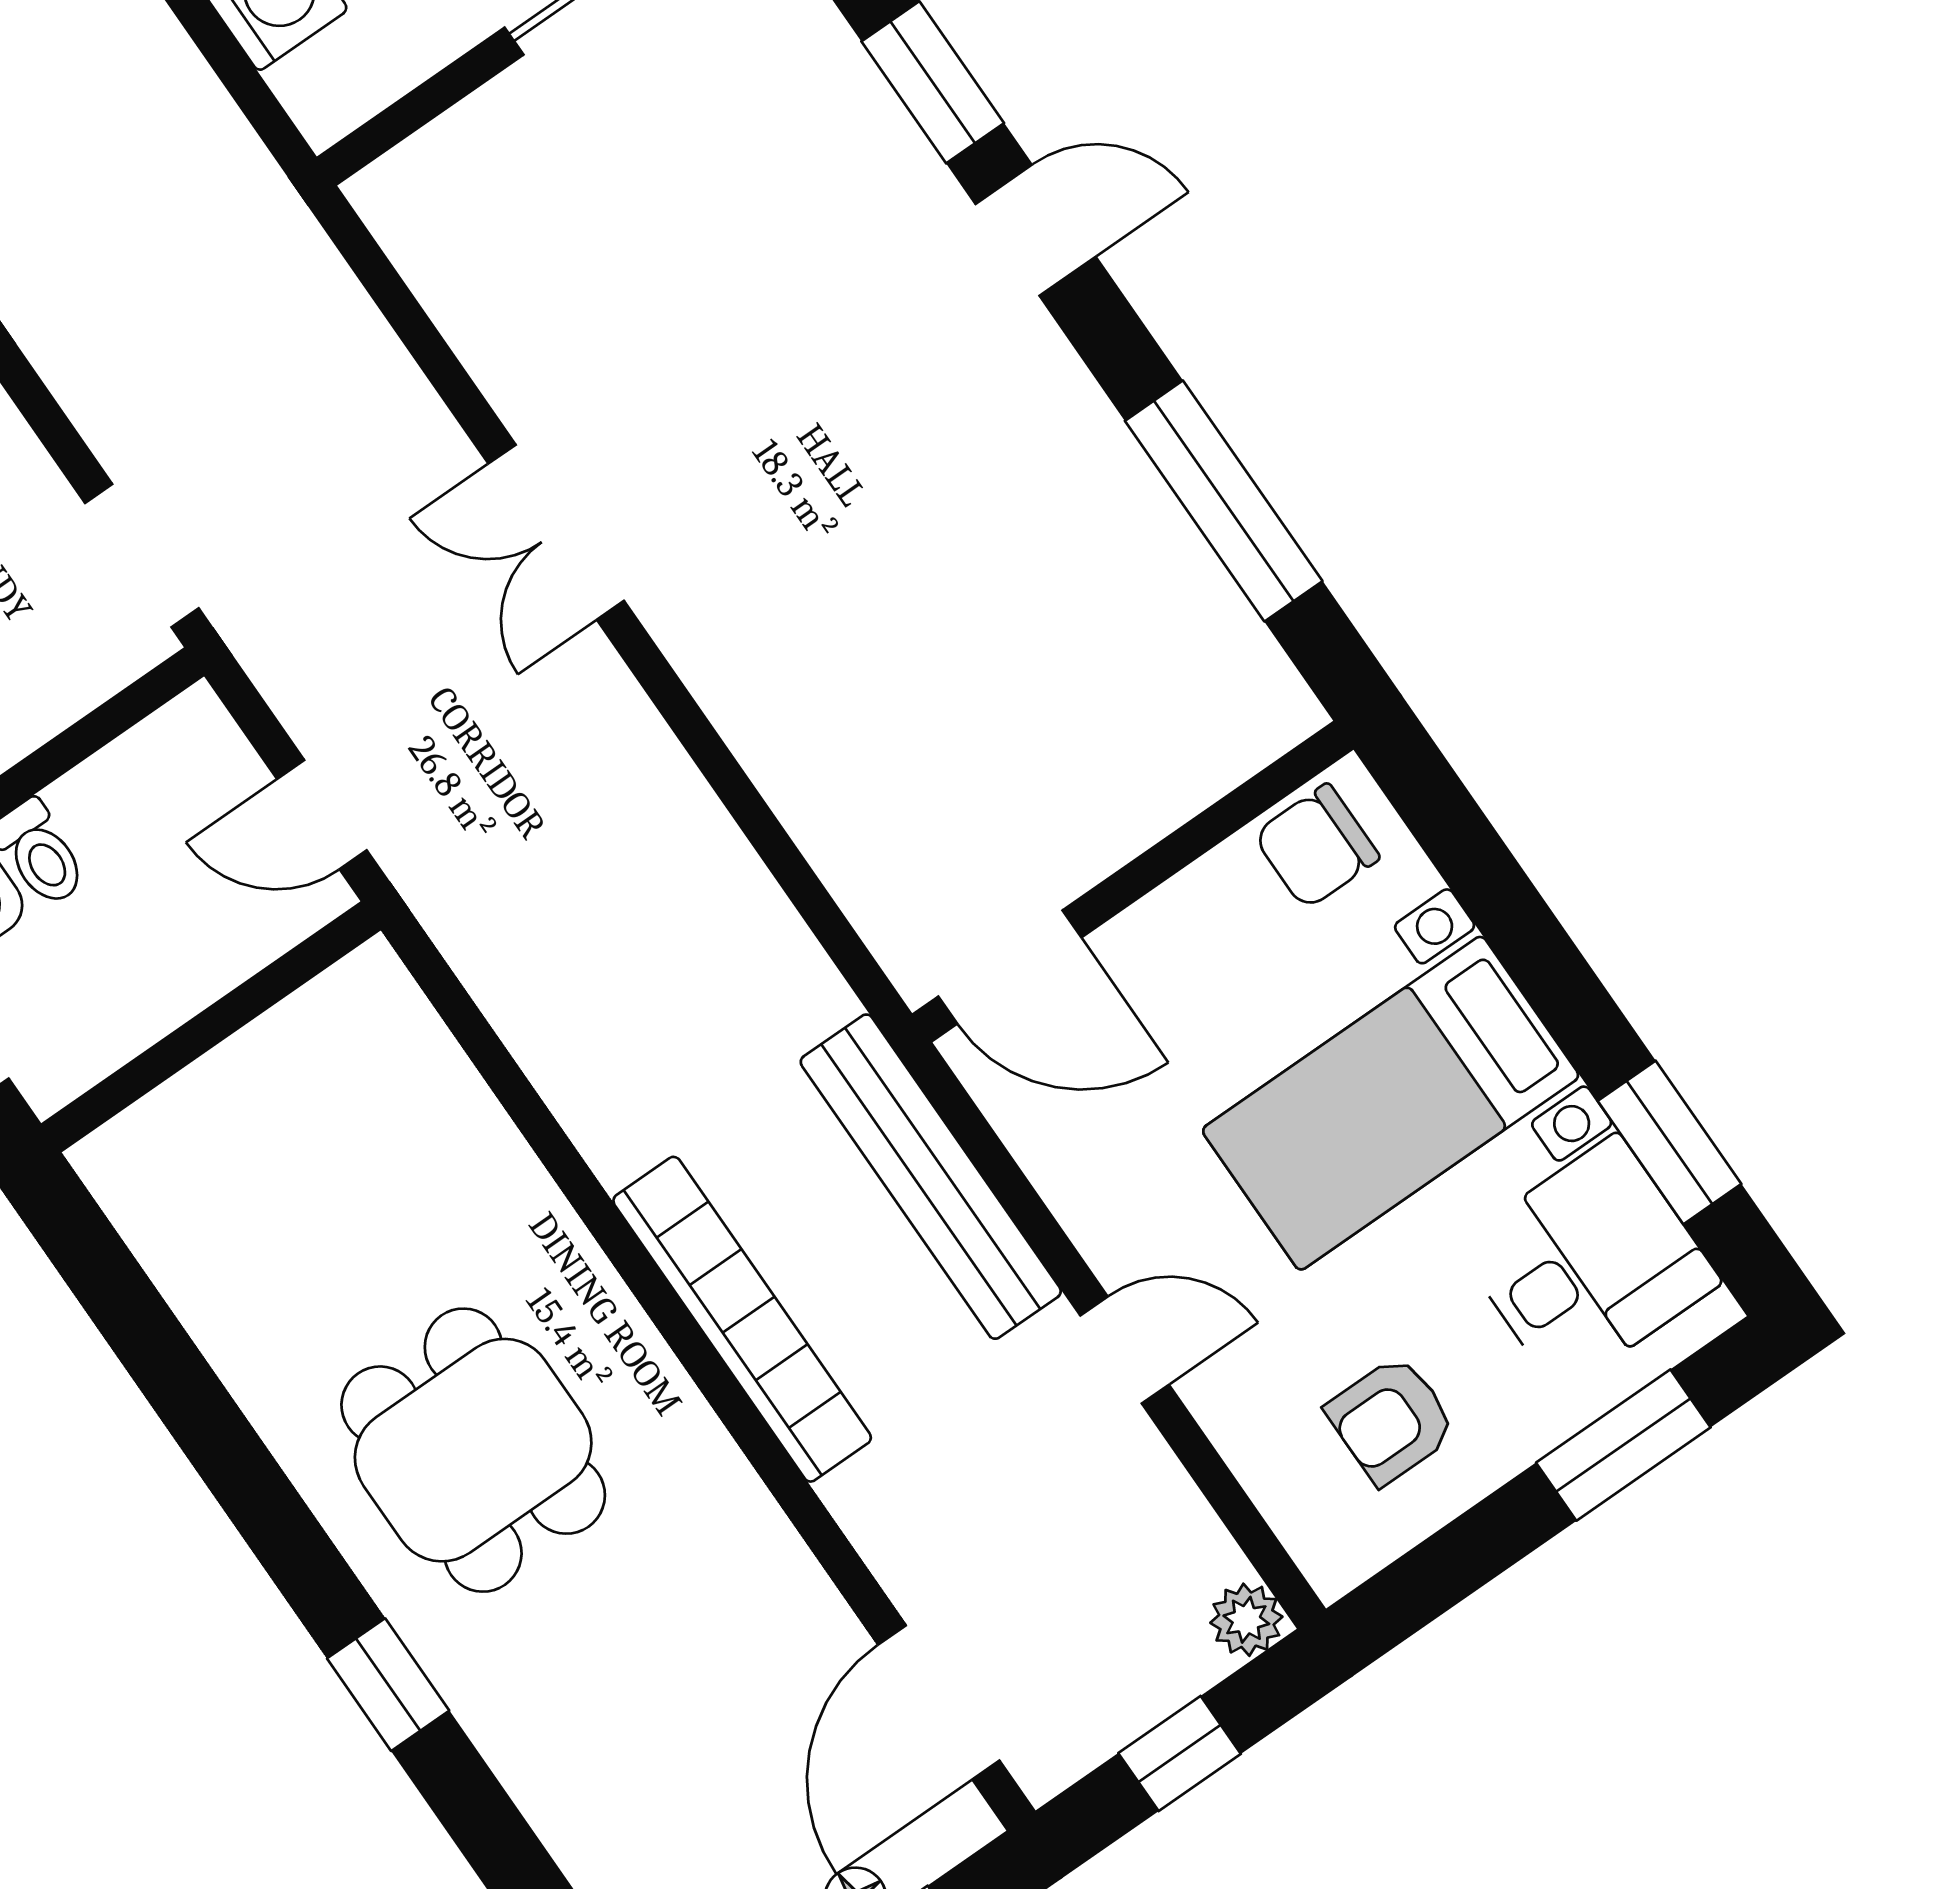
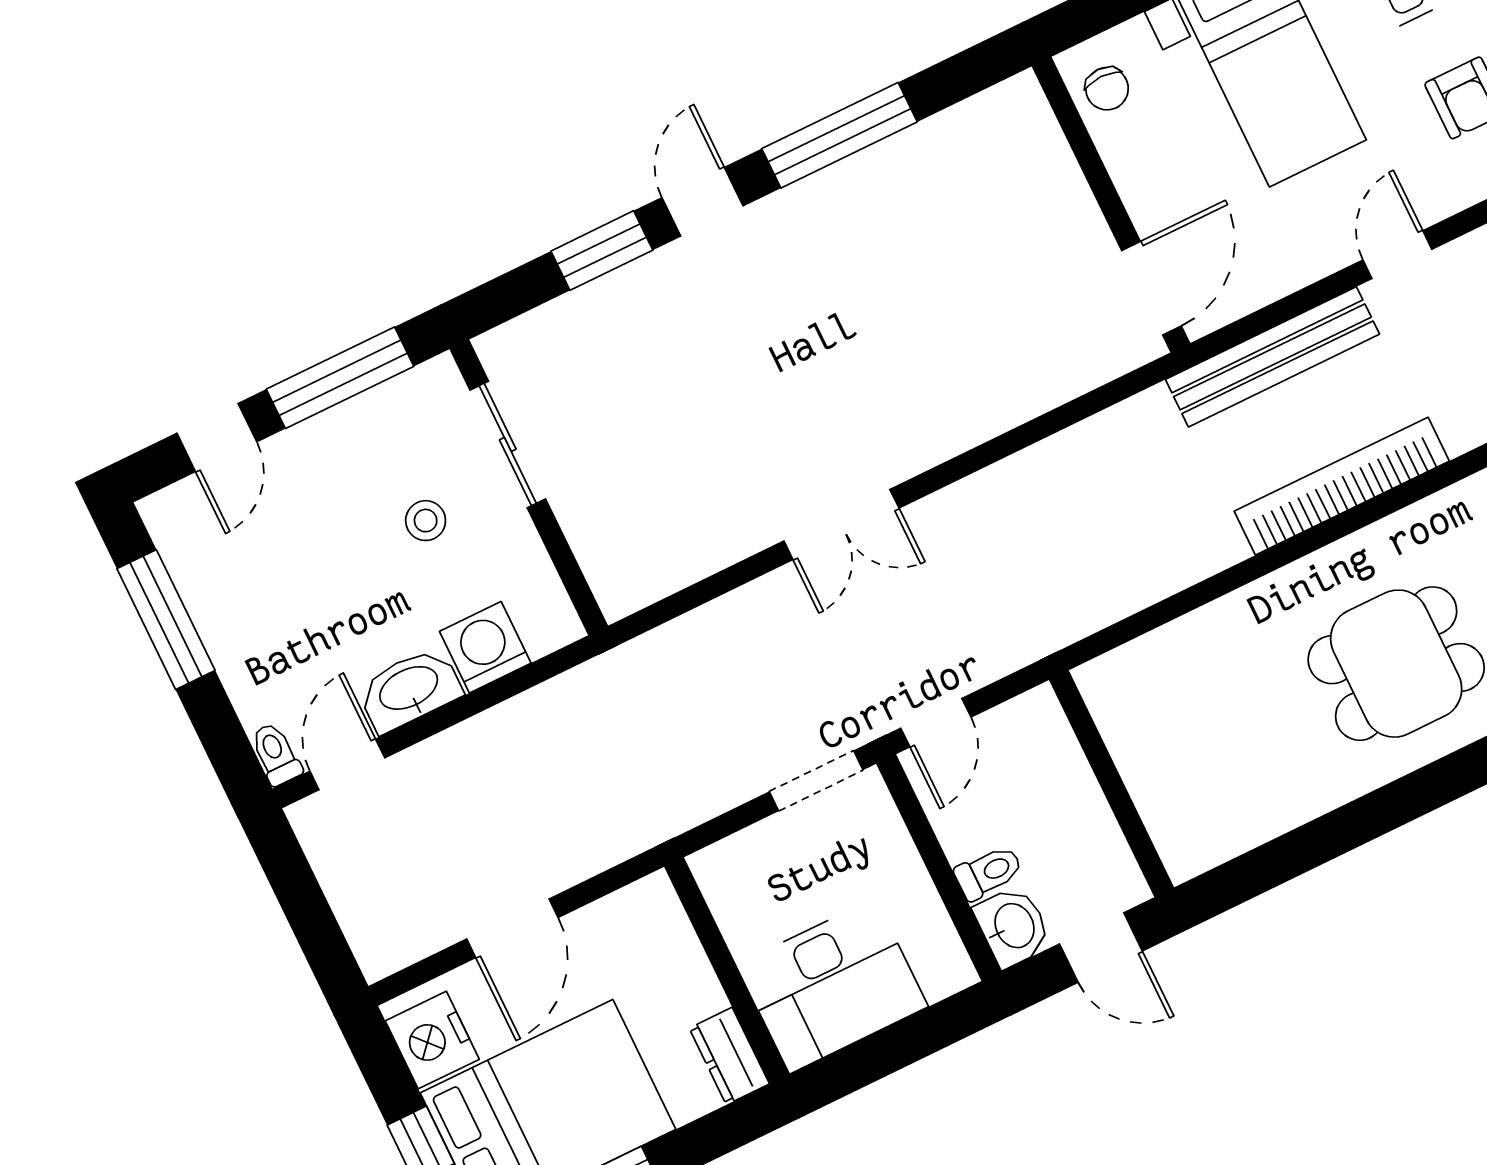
window: (1224, 501) -> (839, 135), moved
door: (322, 815) -> (936, 723), moved
chair: (1317, 846) -> (1107, 89), width x0.73, depth x0.73

